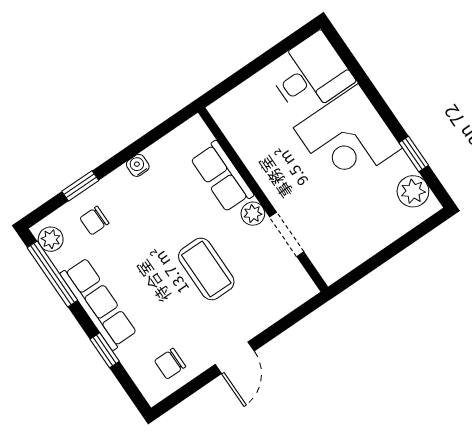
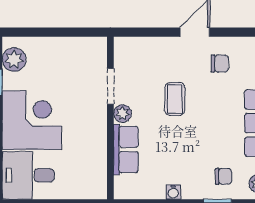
coffee table: (206, 269) -> (175, 99), width x0.73, depth x0.77
chair: (170, 364) -> (220, 63), moved

